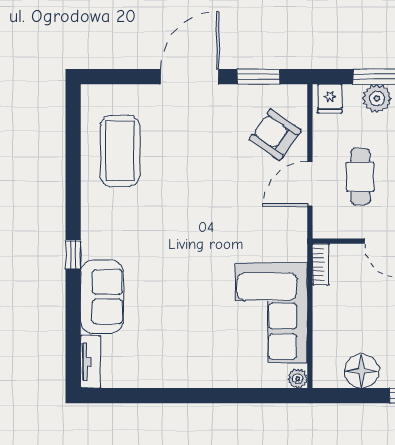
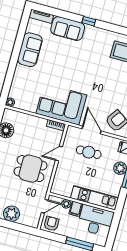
corner sofa: (272, 313) -> (61, 104), moved
sofa: (171, 367) -> (30, 50), added

